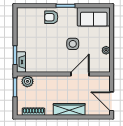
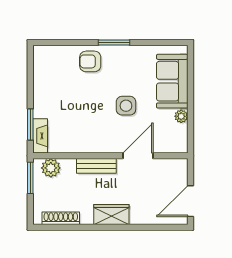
sofa: (94, 17) -> (172, 81), moved, turned 90
bench: (55, 80) -> (96, 166), added
door: (112, 101) -> (190, 201), hinge flipped
wardrobe: (69, 109) -> (111, 214), width x0.67

